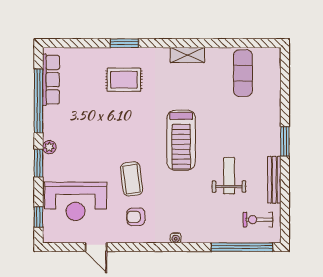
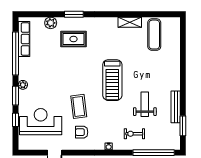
shelving: (187, 55) -> (130, 22), moved
plant: (90, 56) -> (51, 23), added
window: (285, 141) -> (183, 126), moved
reception desk: (75, 201) -> (41, 122), turned 180
window: (38, 217) -> (16, 120), moved
exercise bike: (258, 220) -> (134, 134), moved

